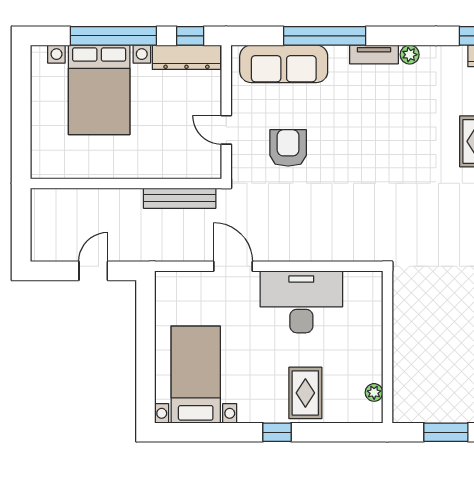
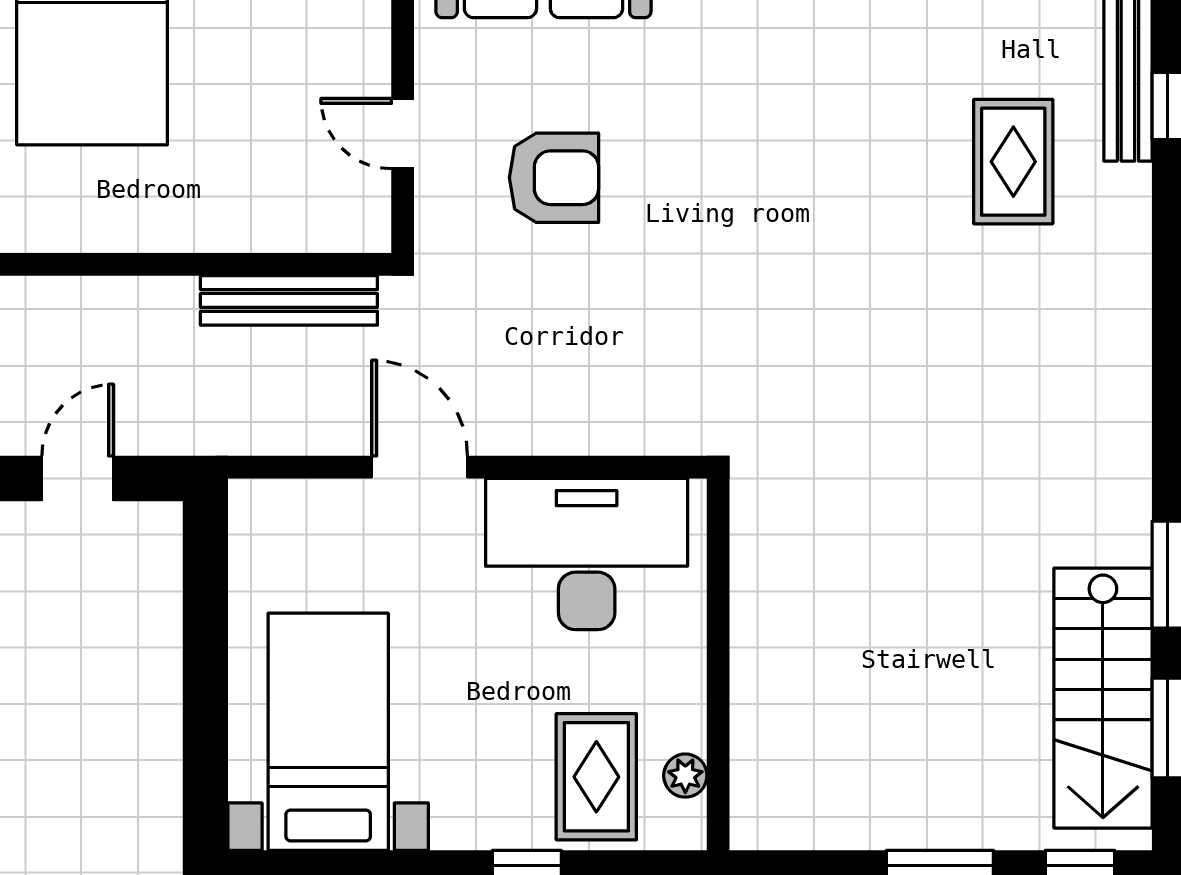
armchair: (288, 148) -> (554, 178), turned 90
wall: (387, 347) -> (718, 664), moved
plant: (374, 392) -> (685, 776), moved

